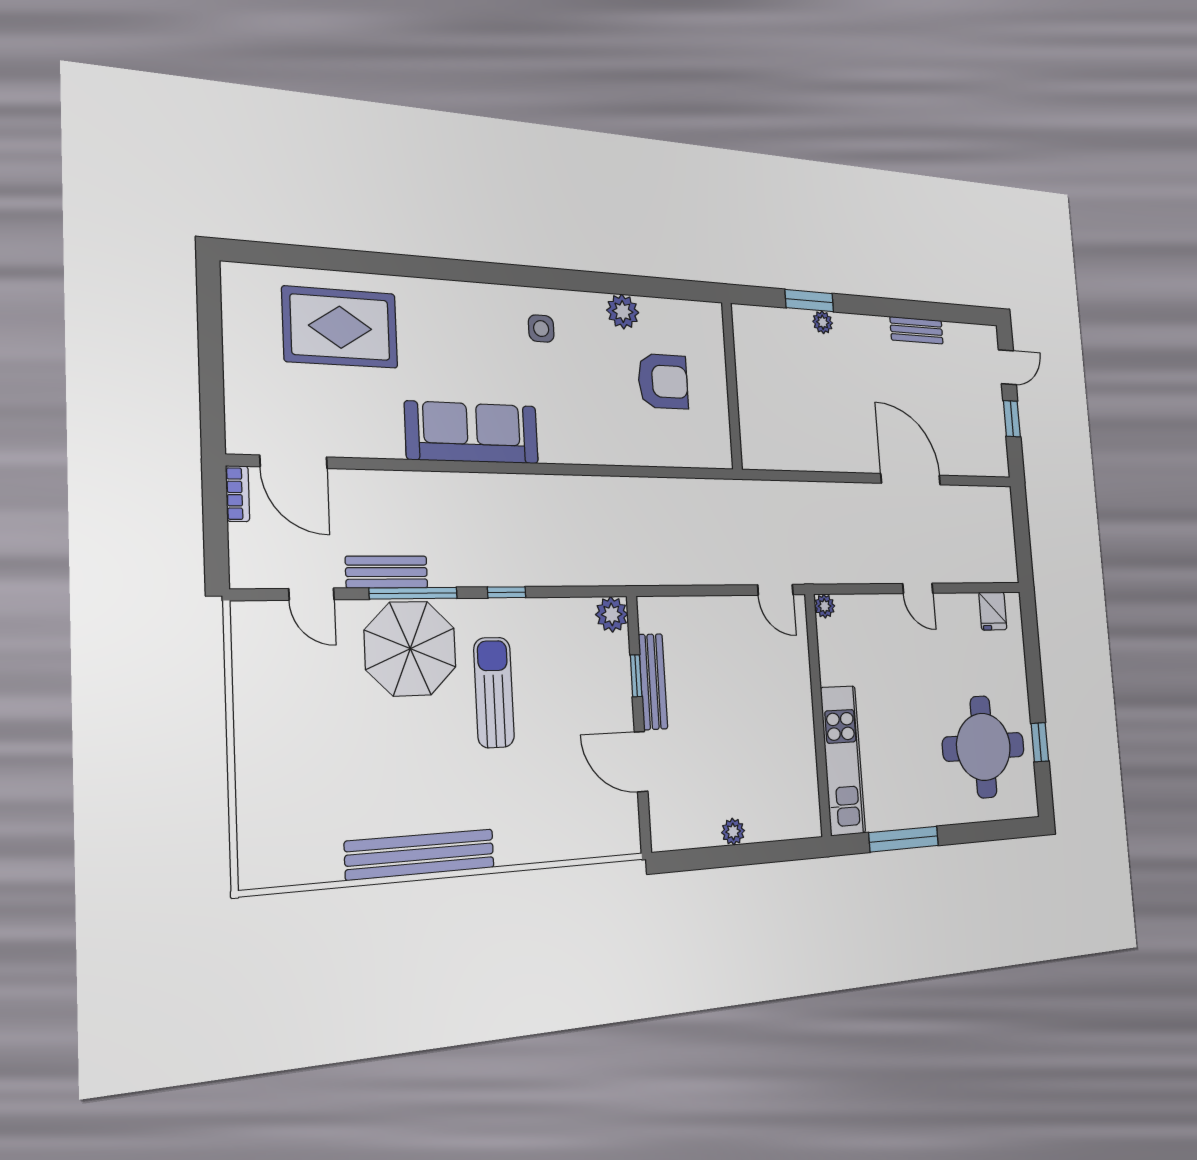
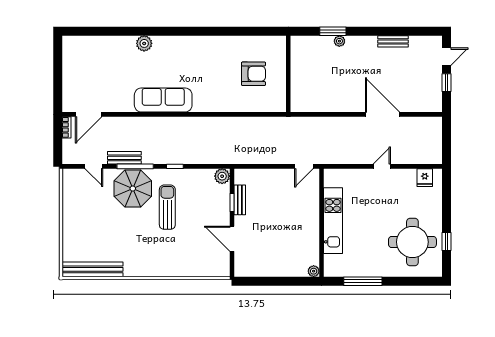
plant: (623, 311) -> (144, 43), moved
rug: (340, 327) -> (109, 59), removed
side table: (541, 329) -> (197, 54), removed
door: (294, 462) -> (89, 114), hinge flipped
door: (918, 588) -> (382, 166), swing flipped
door: (775, 590) -> (304, 166), hinge flipped
plant: (825, 606) -> (329, 174), removed
bench: (653, 682) -> (240, 200), width x0.73
kitchen unit: (843, 760) -> (333, 221), moved
plant: (733, 832) -> (314, 271), moved
bench: (420, 854) -> (92, 269), moved

